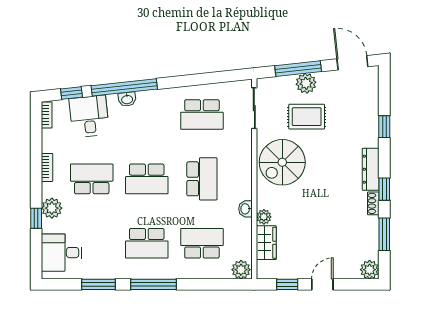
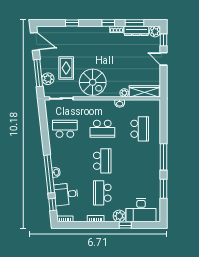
door: (352, 63) -> (35, 41), swing flipped
plant: (306, 83) -> (48, 79), moved
school desk: (202, 114) -> (65, 129), turned -90
dresser: (371, 169) -> (136, 31), moved
school desk: (202, 179) -> (102, 129), turned 180
school desk: (147, 243) -> (140, 161), removed
school desk: (202, 243) -> (140, 129), turned 180
wardrobe: (266, 243) -> (144, 91), width x1.50
desk: (62, 253) -> (141, 210), width x1.37
plant: (241, 270) -> (155, 106), removed
window: (287, 284) -> (164, 40), moved

